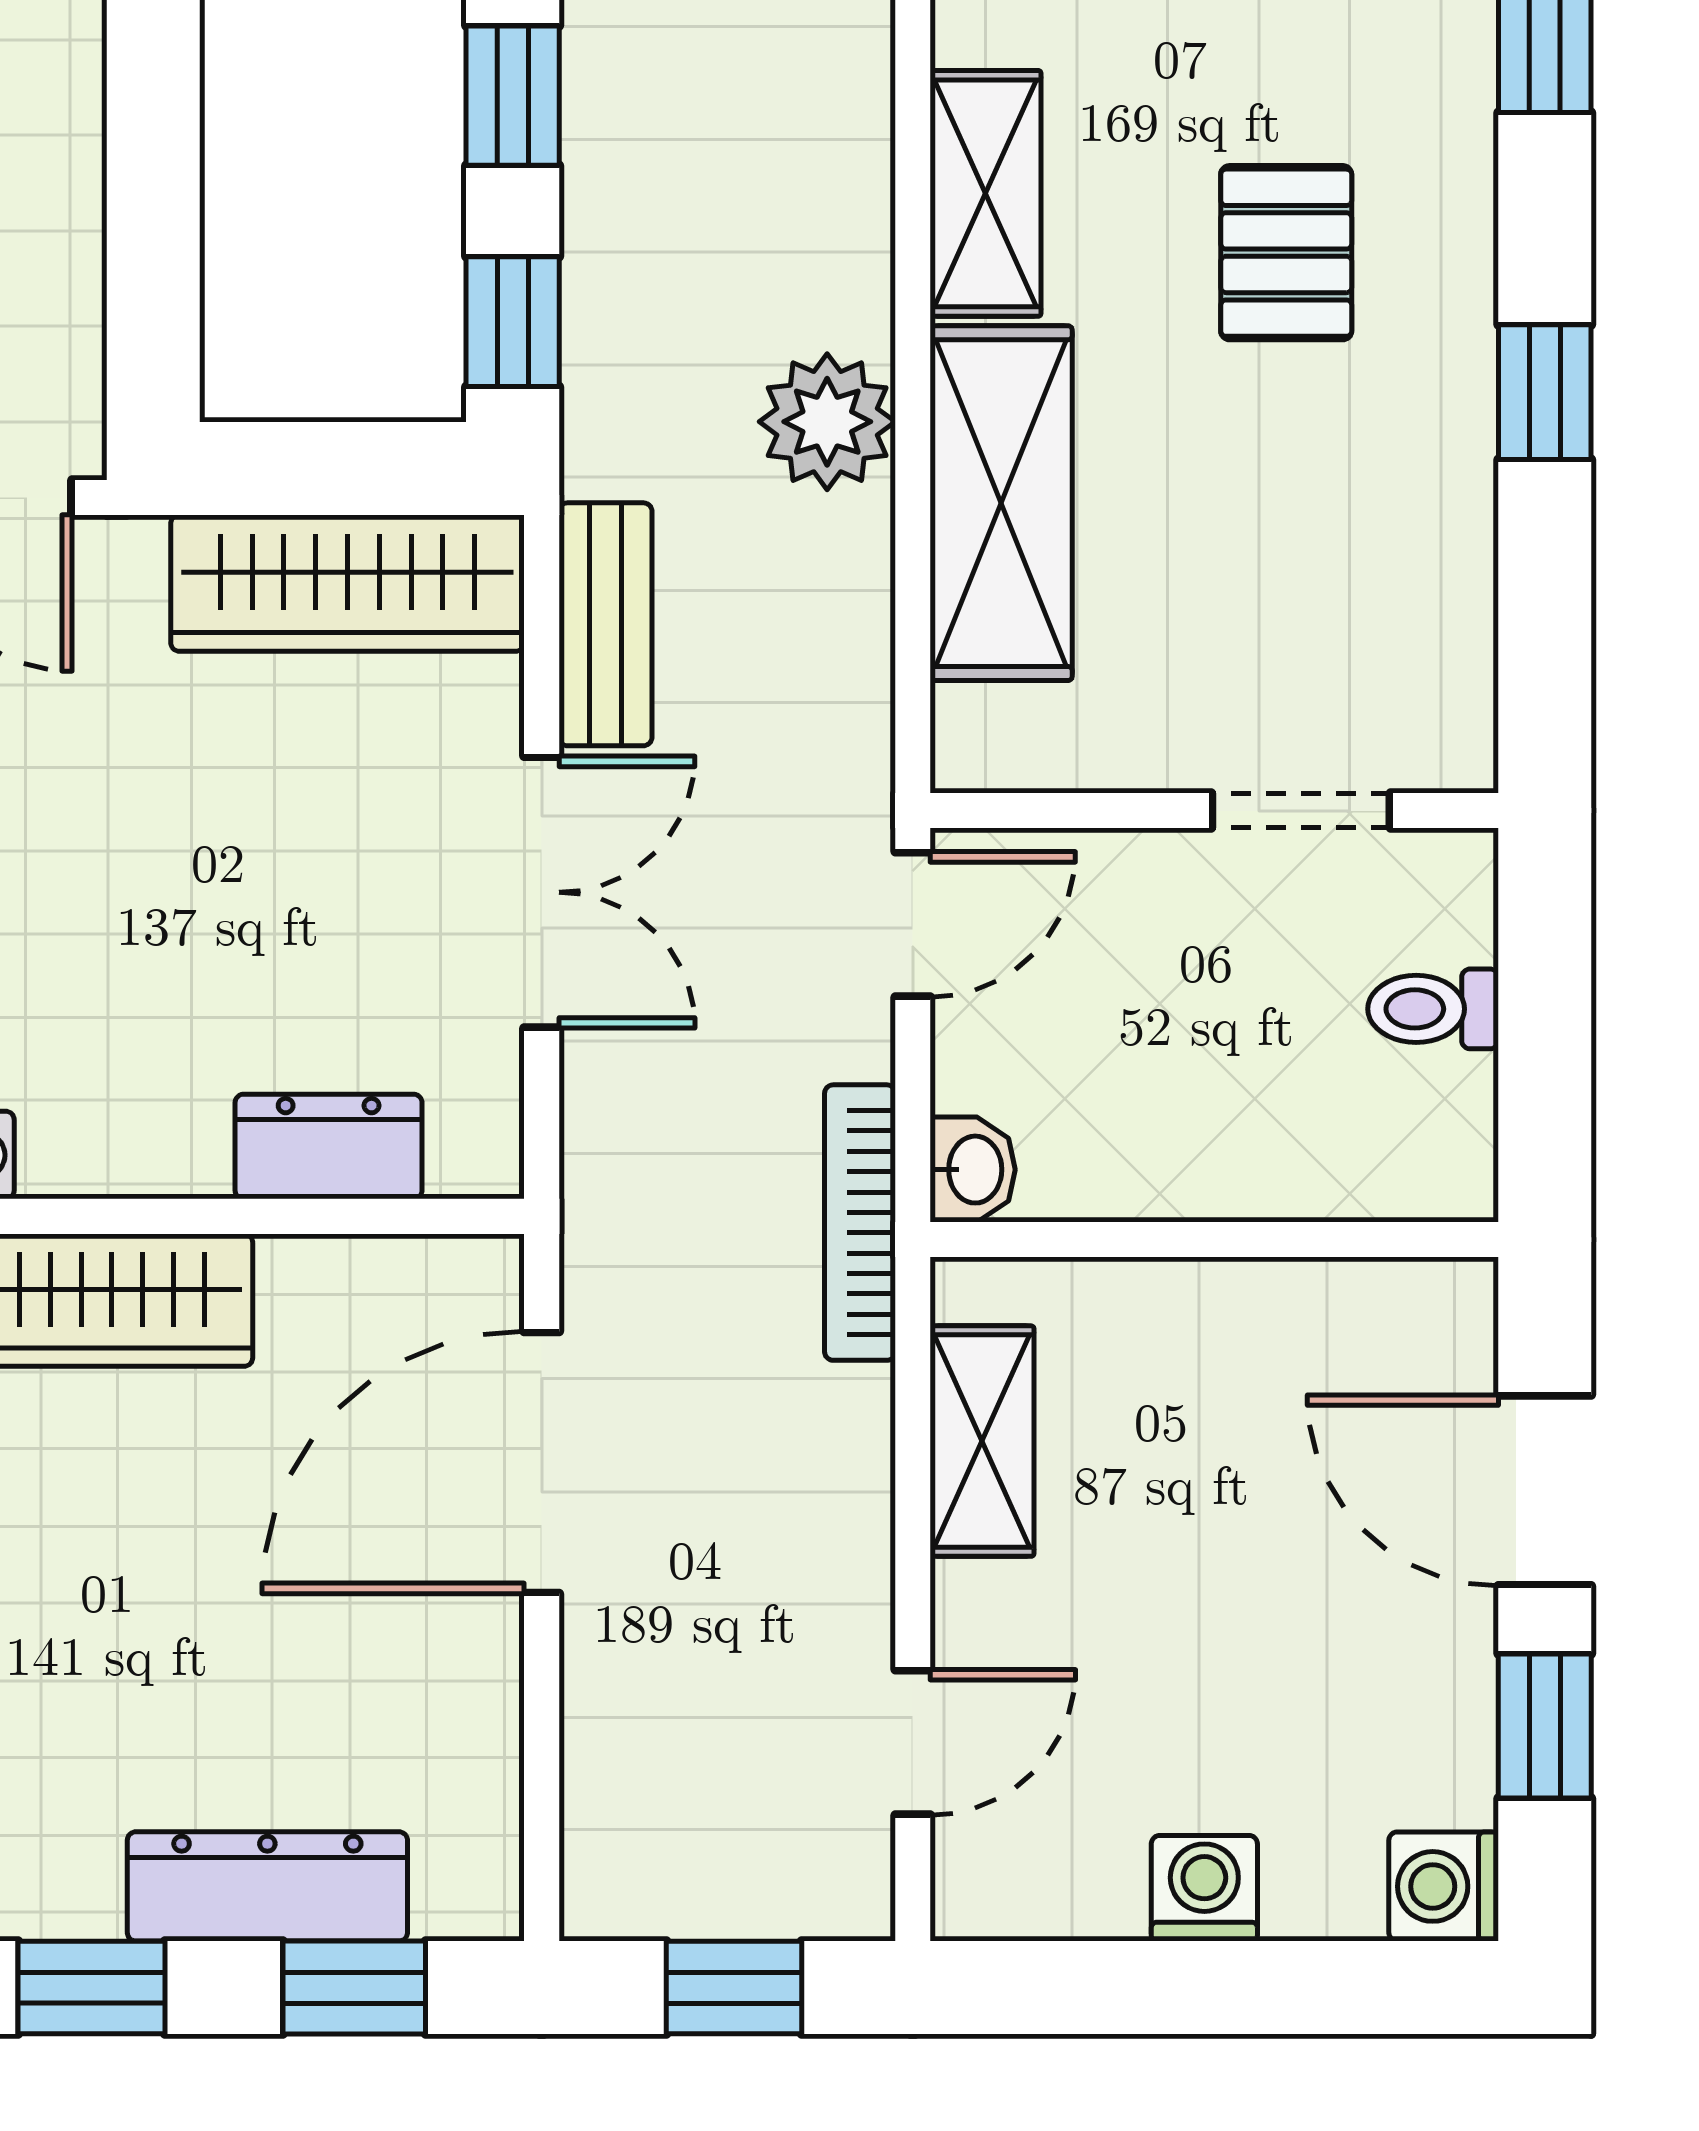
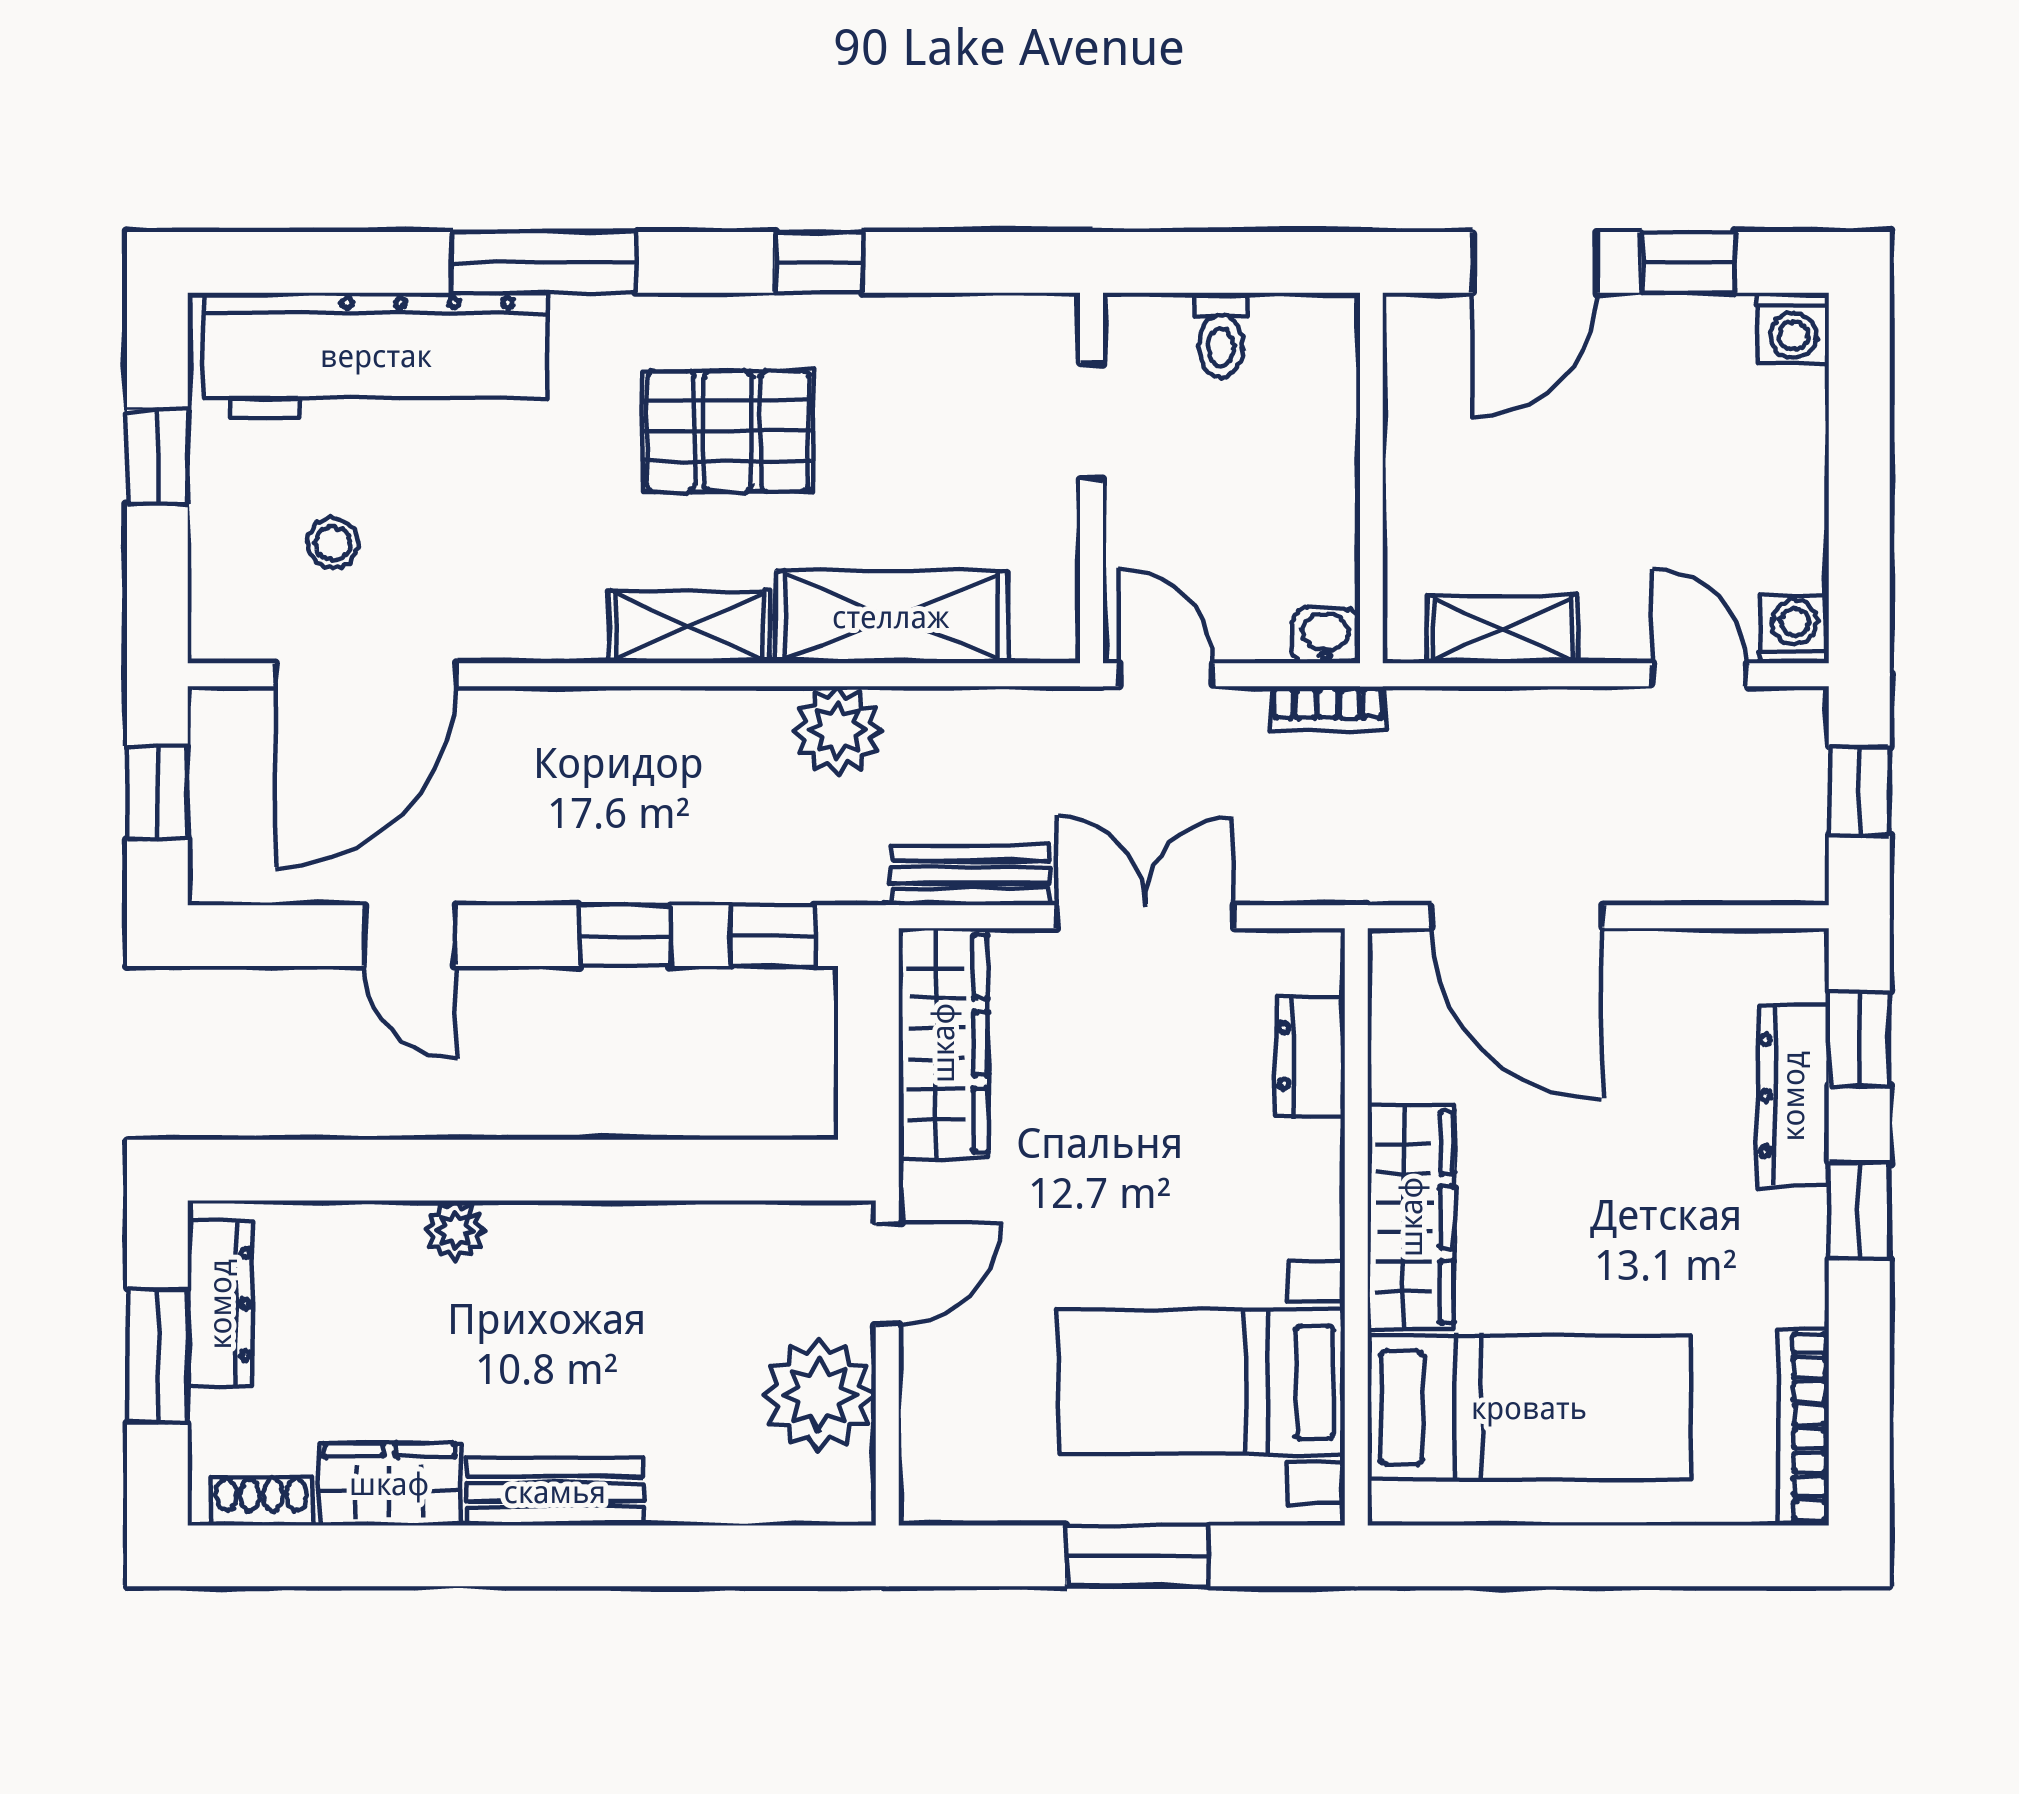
pallet: (1286, 253) -> (728, 431), width x1.50, depth x1.42
bookcase: (860, 1223) -> (1328, 709), width x0.64
washing machine: (1204, 1888) -> (1794, 629), moved, turned 90

